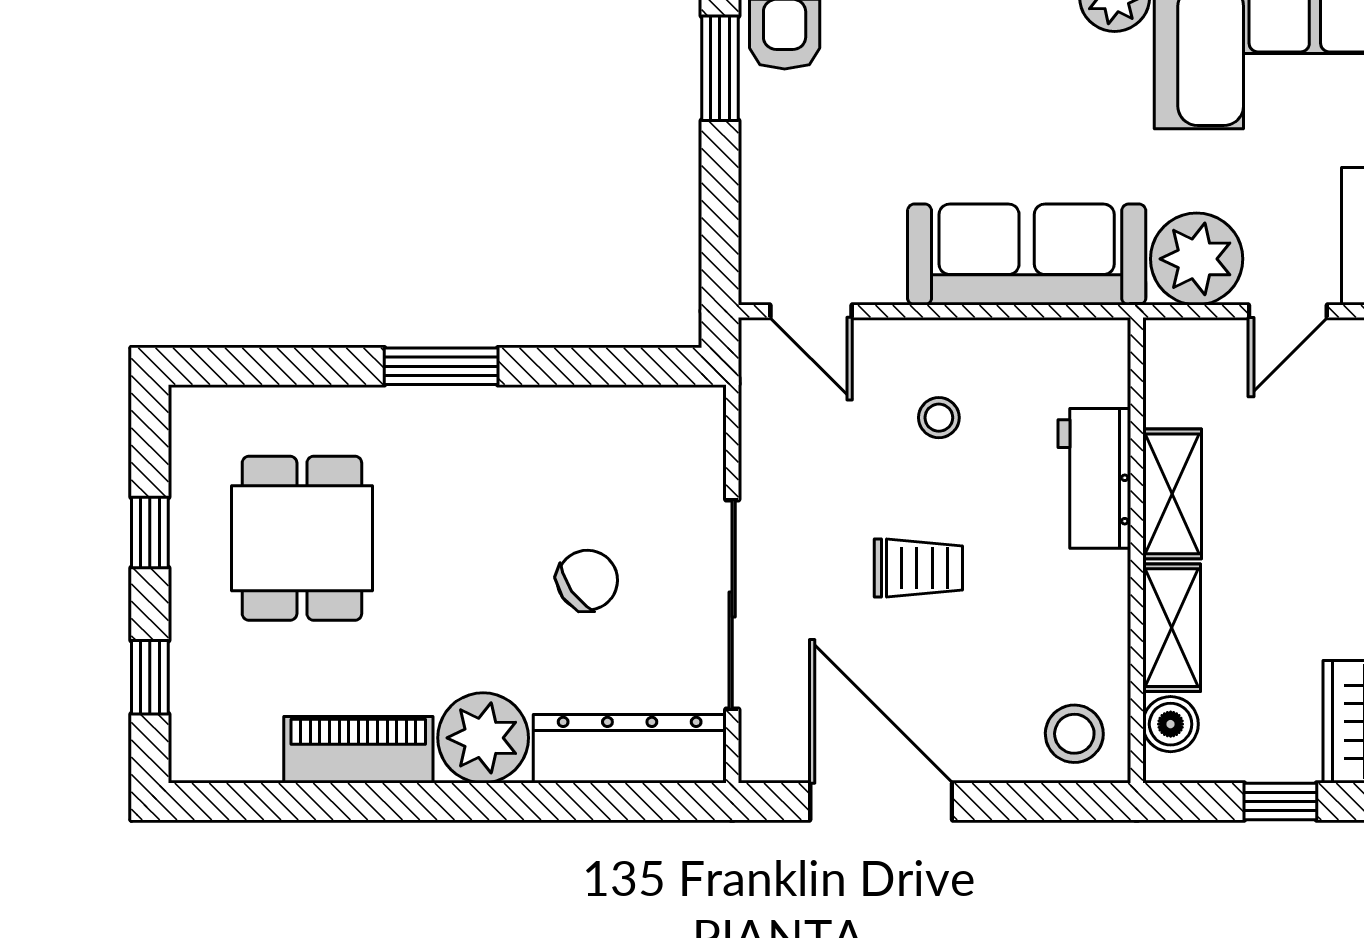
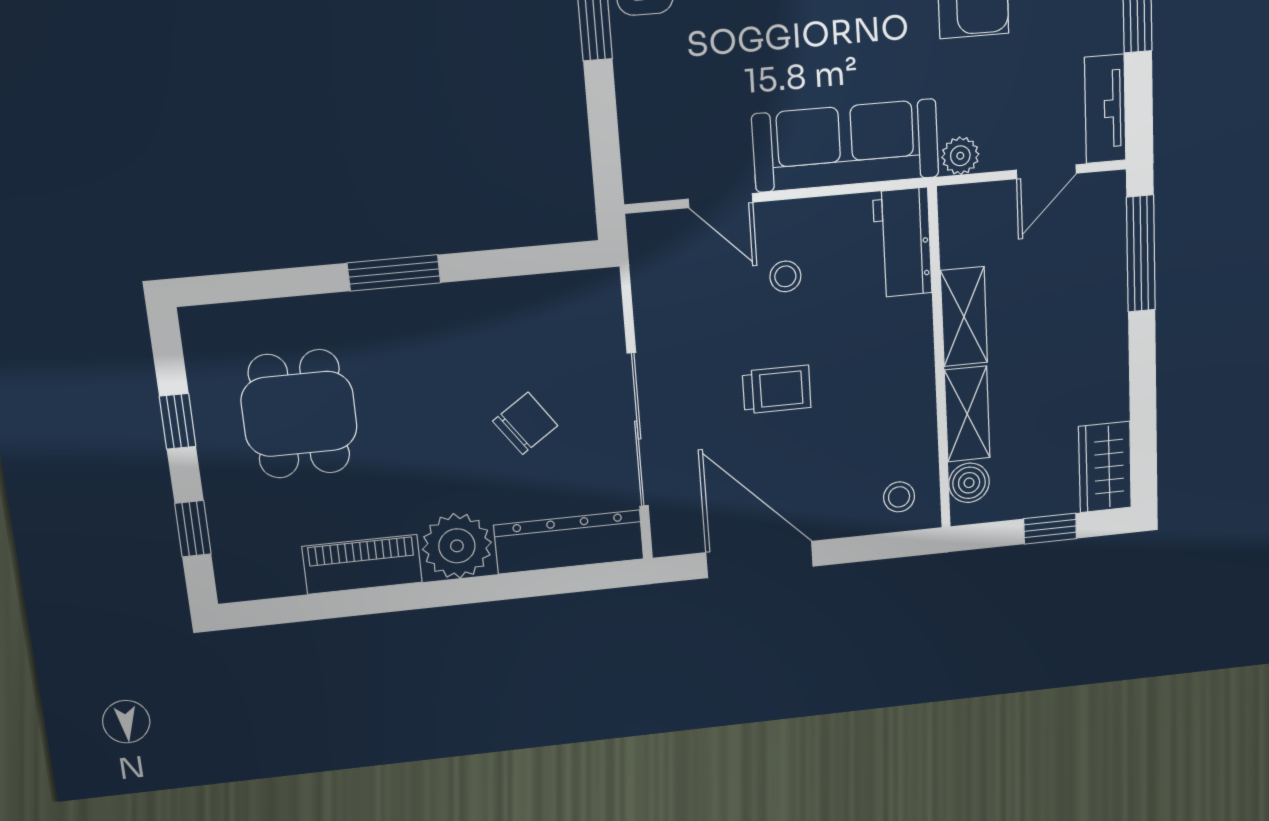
plant: (1197, 259) -> (960, 156), width x0.53, depth x0.53
door: (811, 311) -> (721, 201), moved
workbench: (1094, 478) -> (902, 243), moved
stool: (1074, 734) -> (899, 497), width x0.73, depth x0.73

